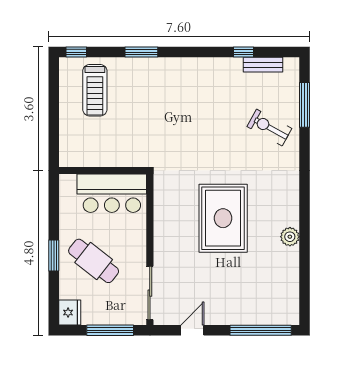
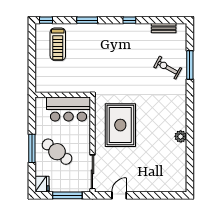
window: (243, 52) -> (129, 20), moved
window: (304, 105) -> (190, 65), moved
rug: (223, 218) -> (120, 125), moved
window: (54, 256) -> (32, 148), width x1.44
window: (261, 330) -> (162, 195), removed

